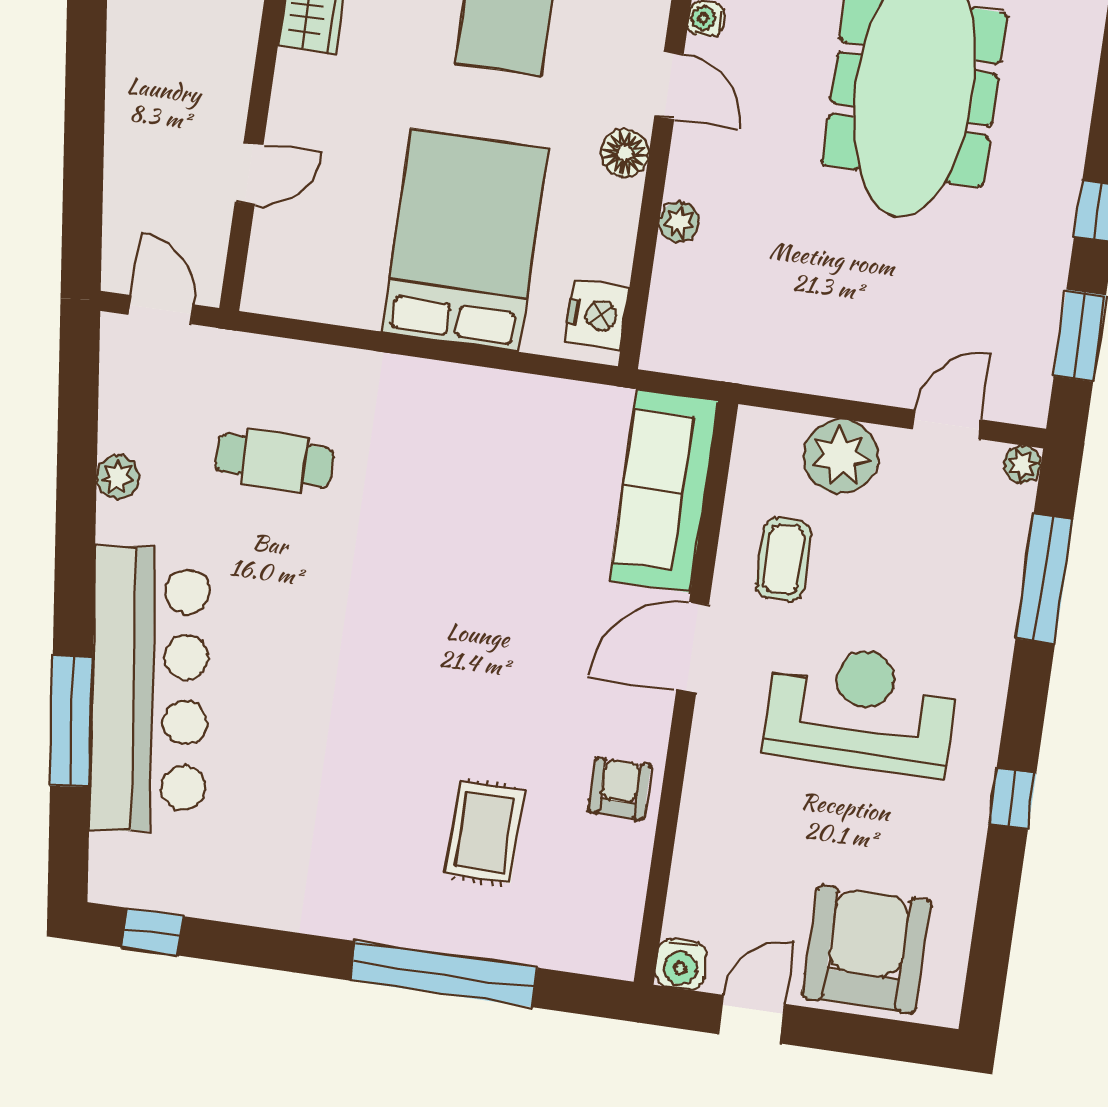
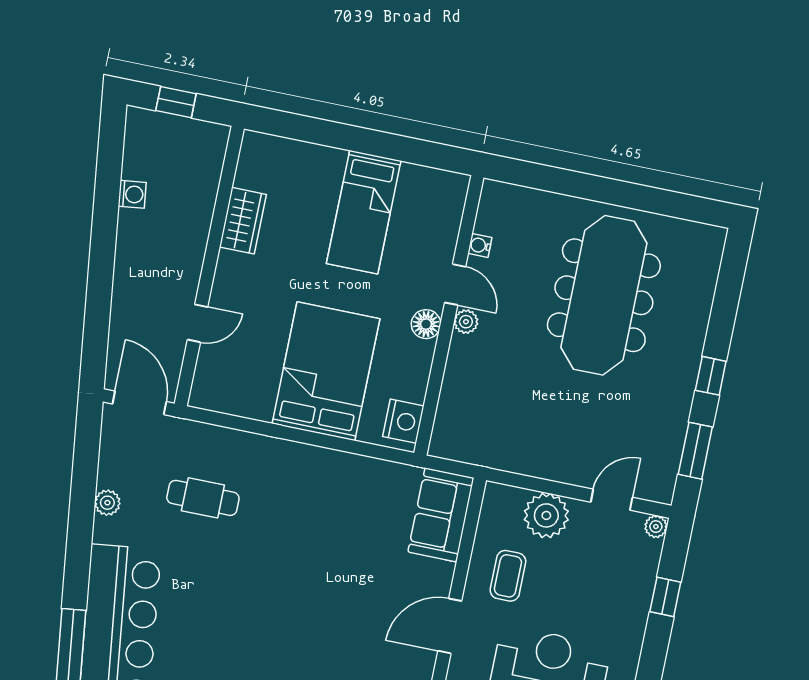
plant: (679, 222) -> (466, 322), moved
door: (161, 310) -> (139, 403), width x1.38
sofa: (664, 491) -> (441, 515), width x0.73
window: (1044, 579) -> (665, 597), width x0.46

